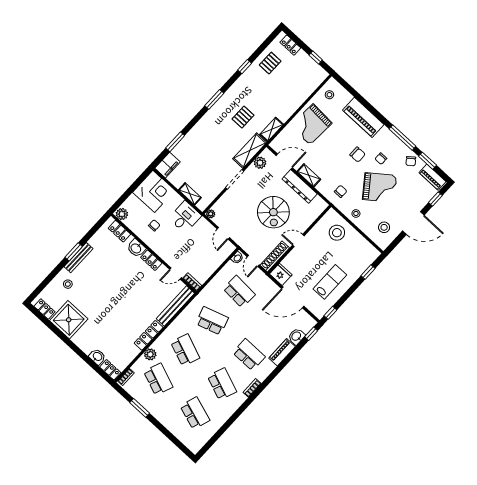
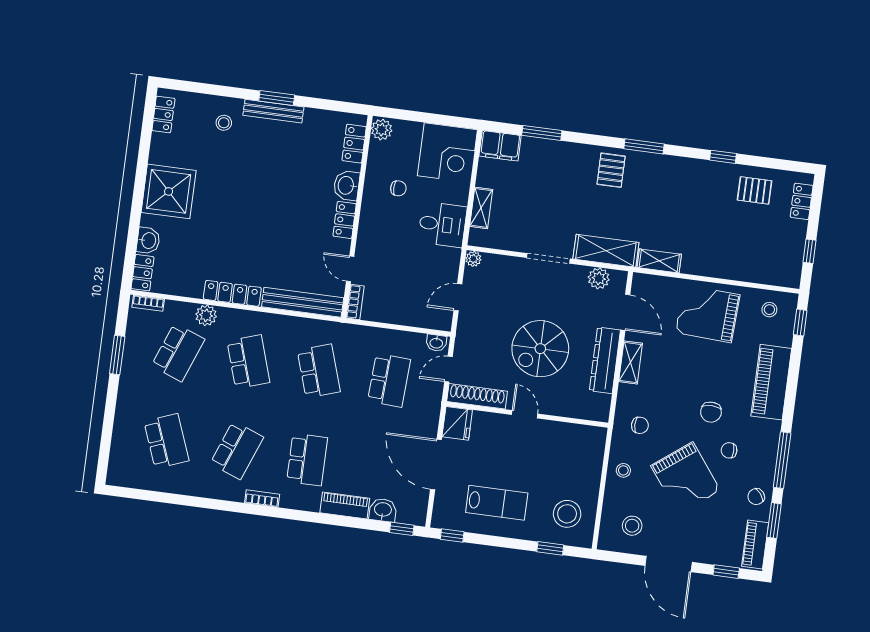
window: (345, 85) -> (800, 322), added
pallet: (243, 117) -> (611, 170), moved, turned 90
stool: (337, 233) -> (567, 514), moved
shower: (69, 320) -> (169, 191), moved
school desk: (185, 350) -> (248, 362), turned -39
school desk: (195, 413) -> (166, 441), turned -39

